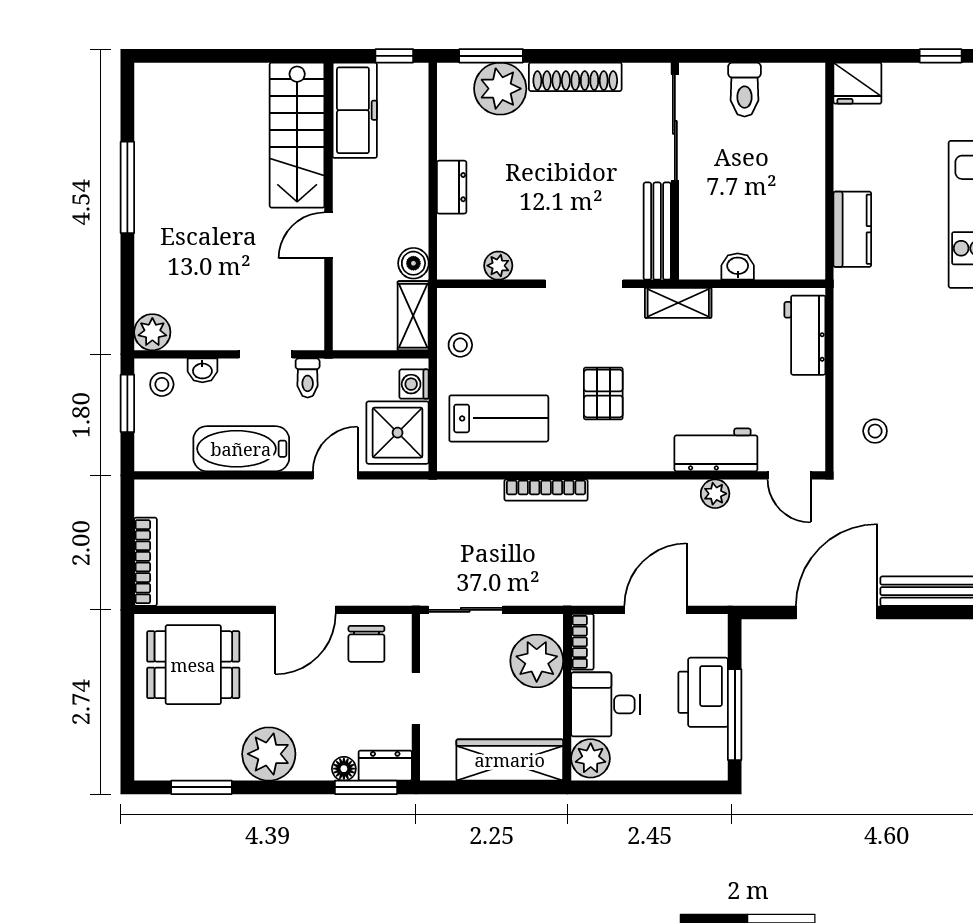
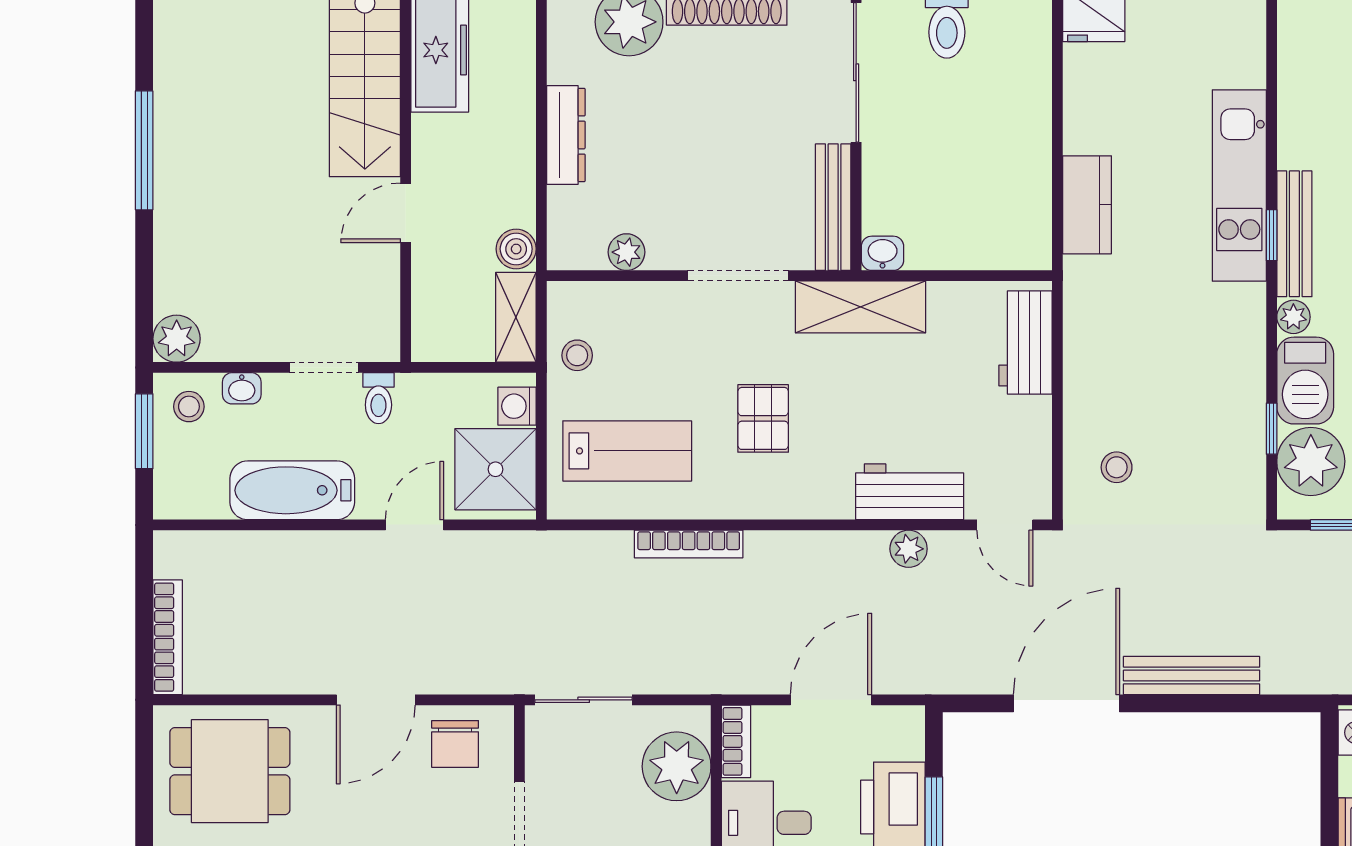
dresser: (452, 187) -> (566, 135), width x1.44
washbasin: (738, 267) -> (883, 253), moved
shelving: (678, 303) -> (861, 307), width x1.50, depth x1.33

